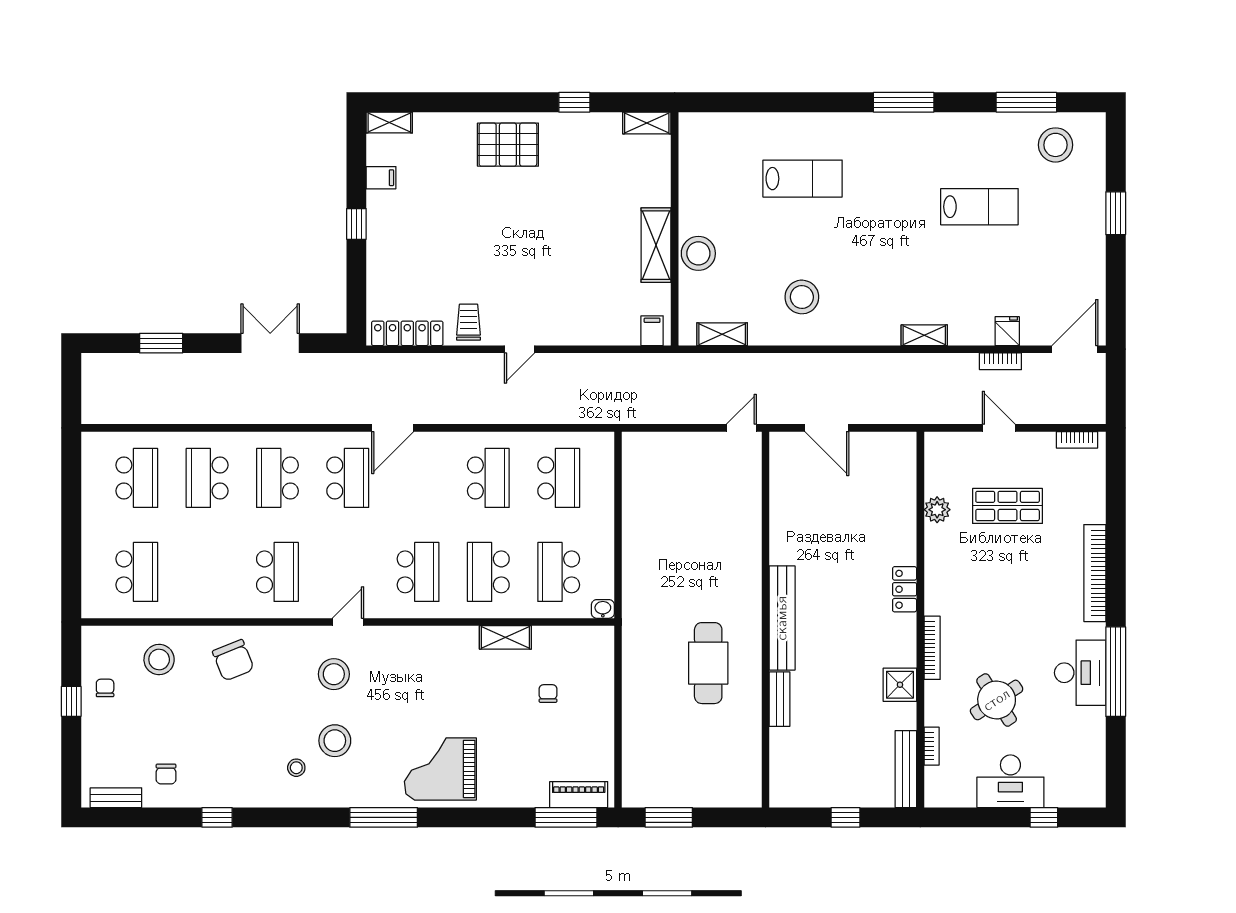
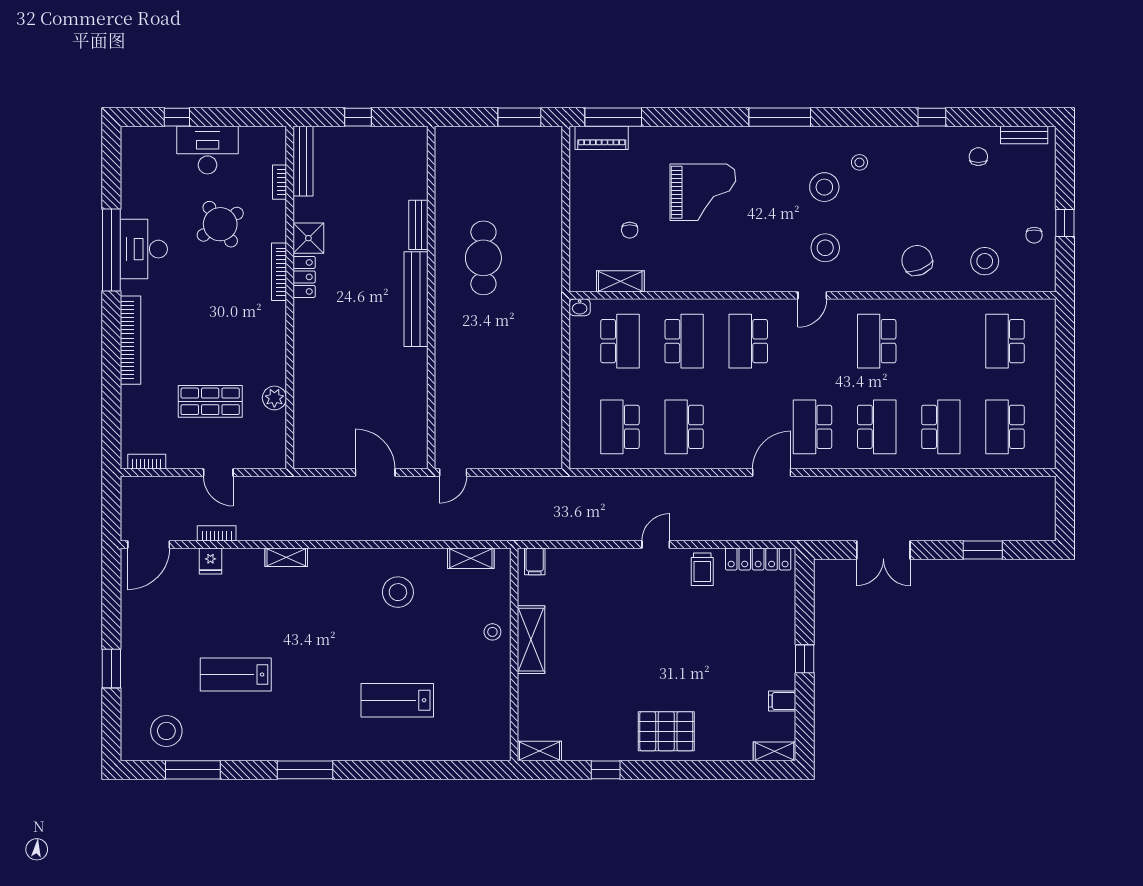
stool: (698, 253) -> (492, 632), width x0.53, depth x0.53
locker: (905, 589) -> (304, 277), moved
shelving: (505, 637) -> (620, 281), moved
grand piano: (440, 769) -> (703, 192), moved

